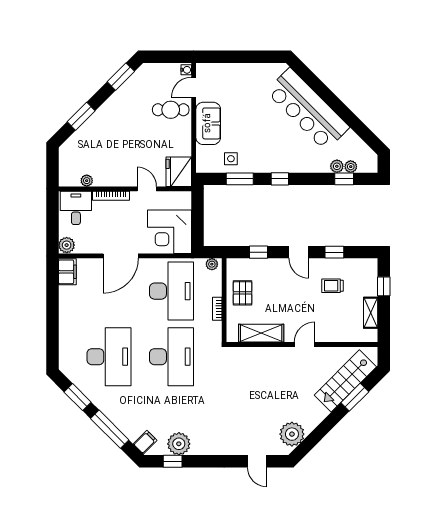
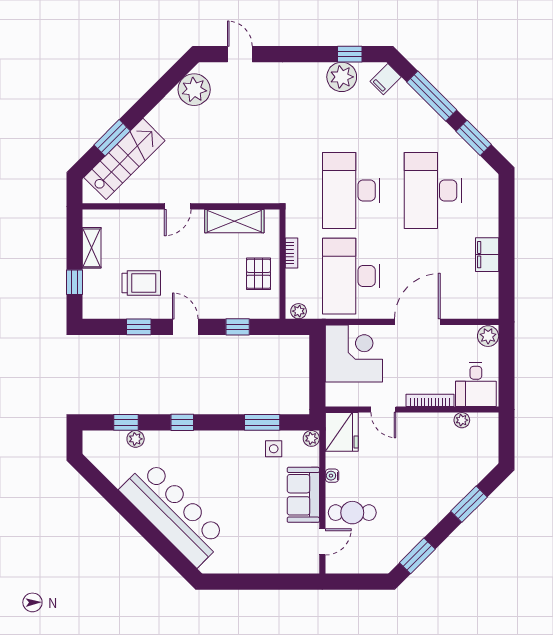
water cooler: (186, 70) -> (332, 476), moved
plant: (351, 167) -> (311, 438), moved
window: (280, 179) -> (182, 422), moved
filing cabinet: (67, 272) -> (487, 255), moved
trolley: (333, 286) -> (141, 283), width x1.36, depth x1.39

